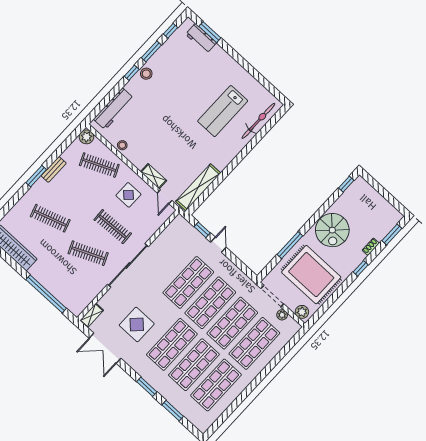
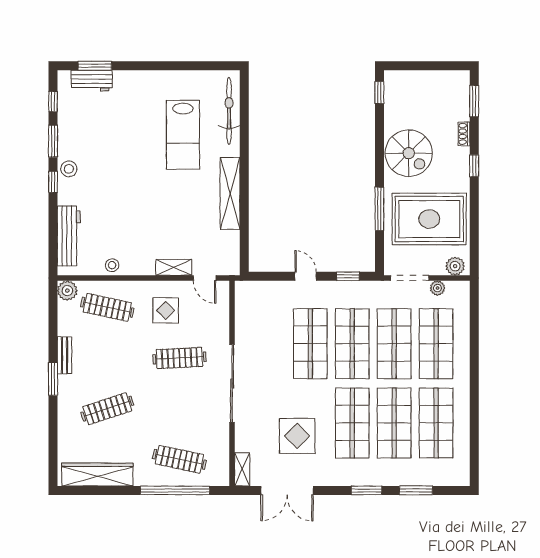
clothes rail: (99, 165) -> (107, 307), turned 36
shelving: (198, 187) -> (230, 193), moved
window: (202, 230) -> (348, 276), moved
clothes rail: (88, 253) -> (179, 459), moved, turned 36

